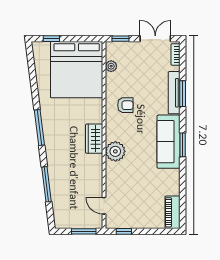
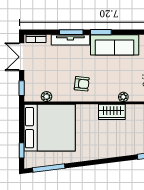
armchair: (125, 105) -> (82, 84), turned 96
window: (39, 128) -> (49, 168), moved
window: (183, 145) -> (101, 32), moved
plant: (115, 151) -> (123, 97), width x0.53, depth x0.53

